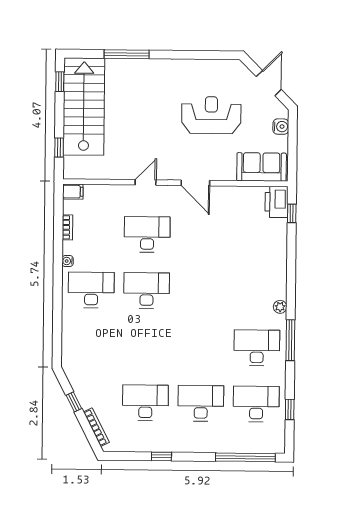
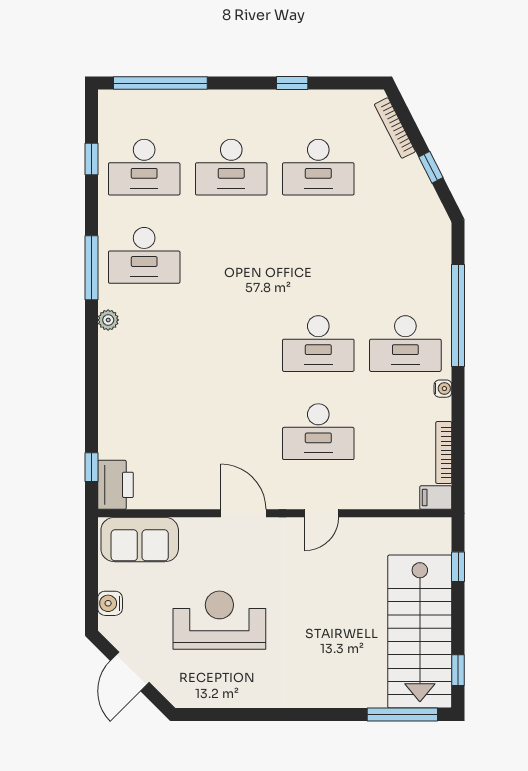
window: (127, 54) -> (402, 714), moved
reception desk: (211, 115) -> (219, 620), turned 180
bookcase: (67, 227) -> (444, 453), width x1.56
window: (57, 307) -> (458, 316), added

